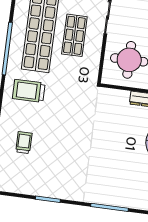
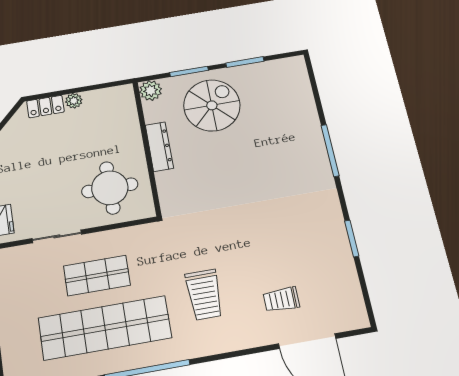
trolley: (29, 91) -> (204, 294), moved

